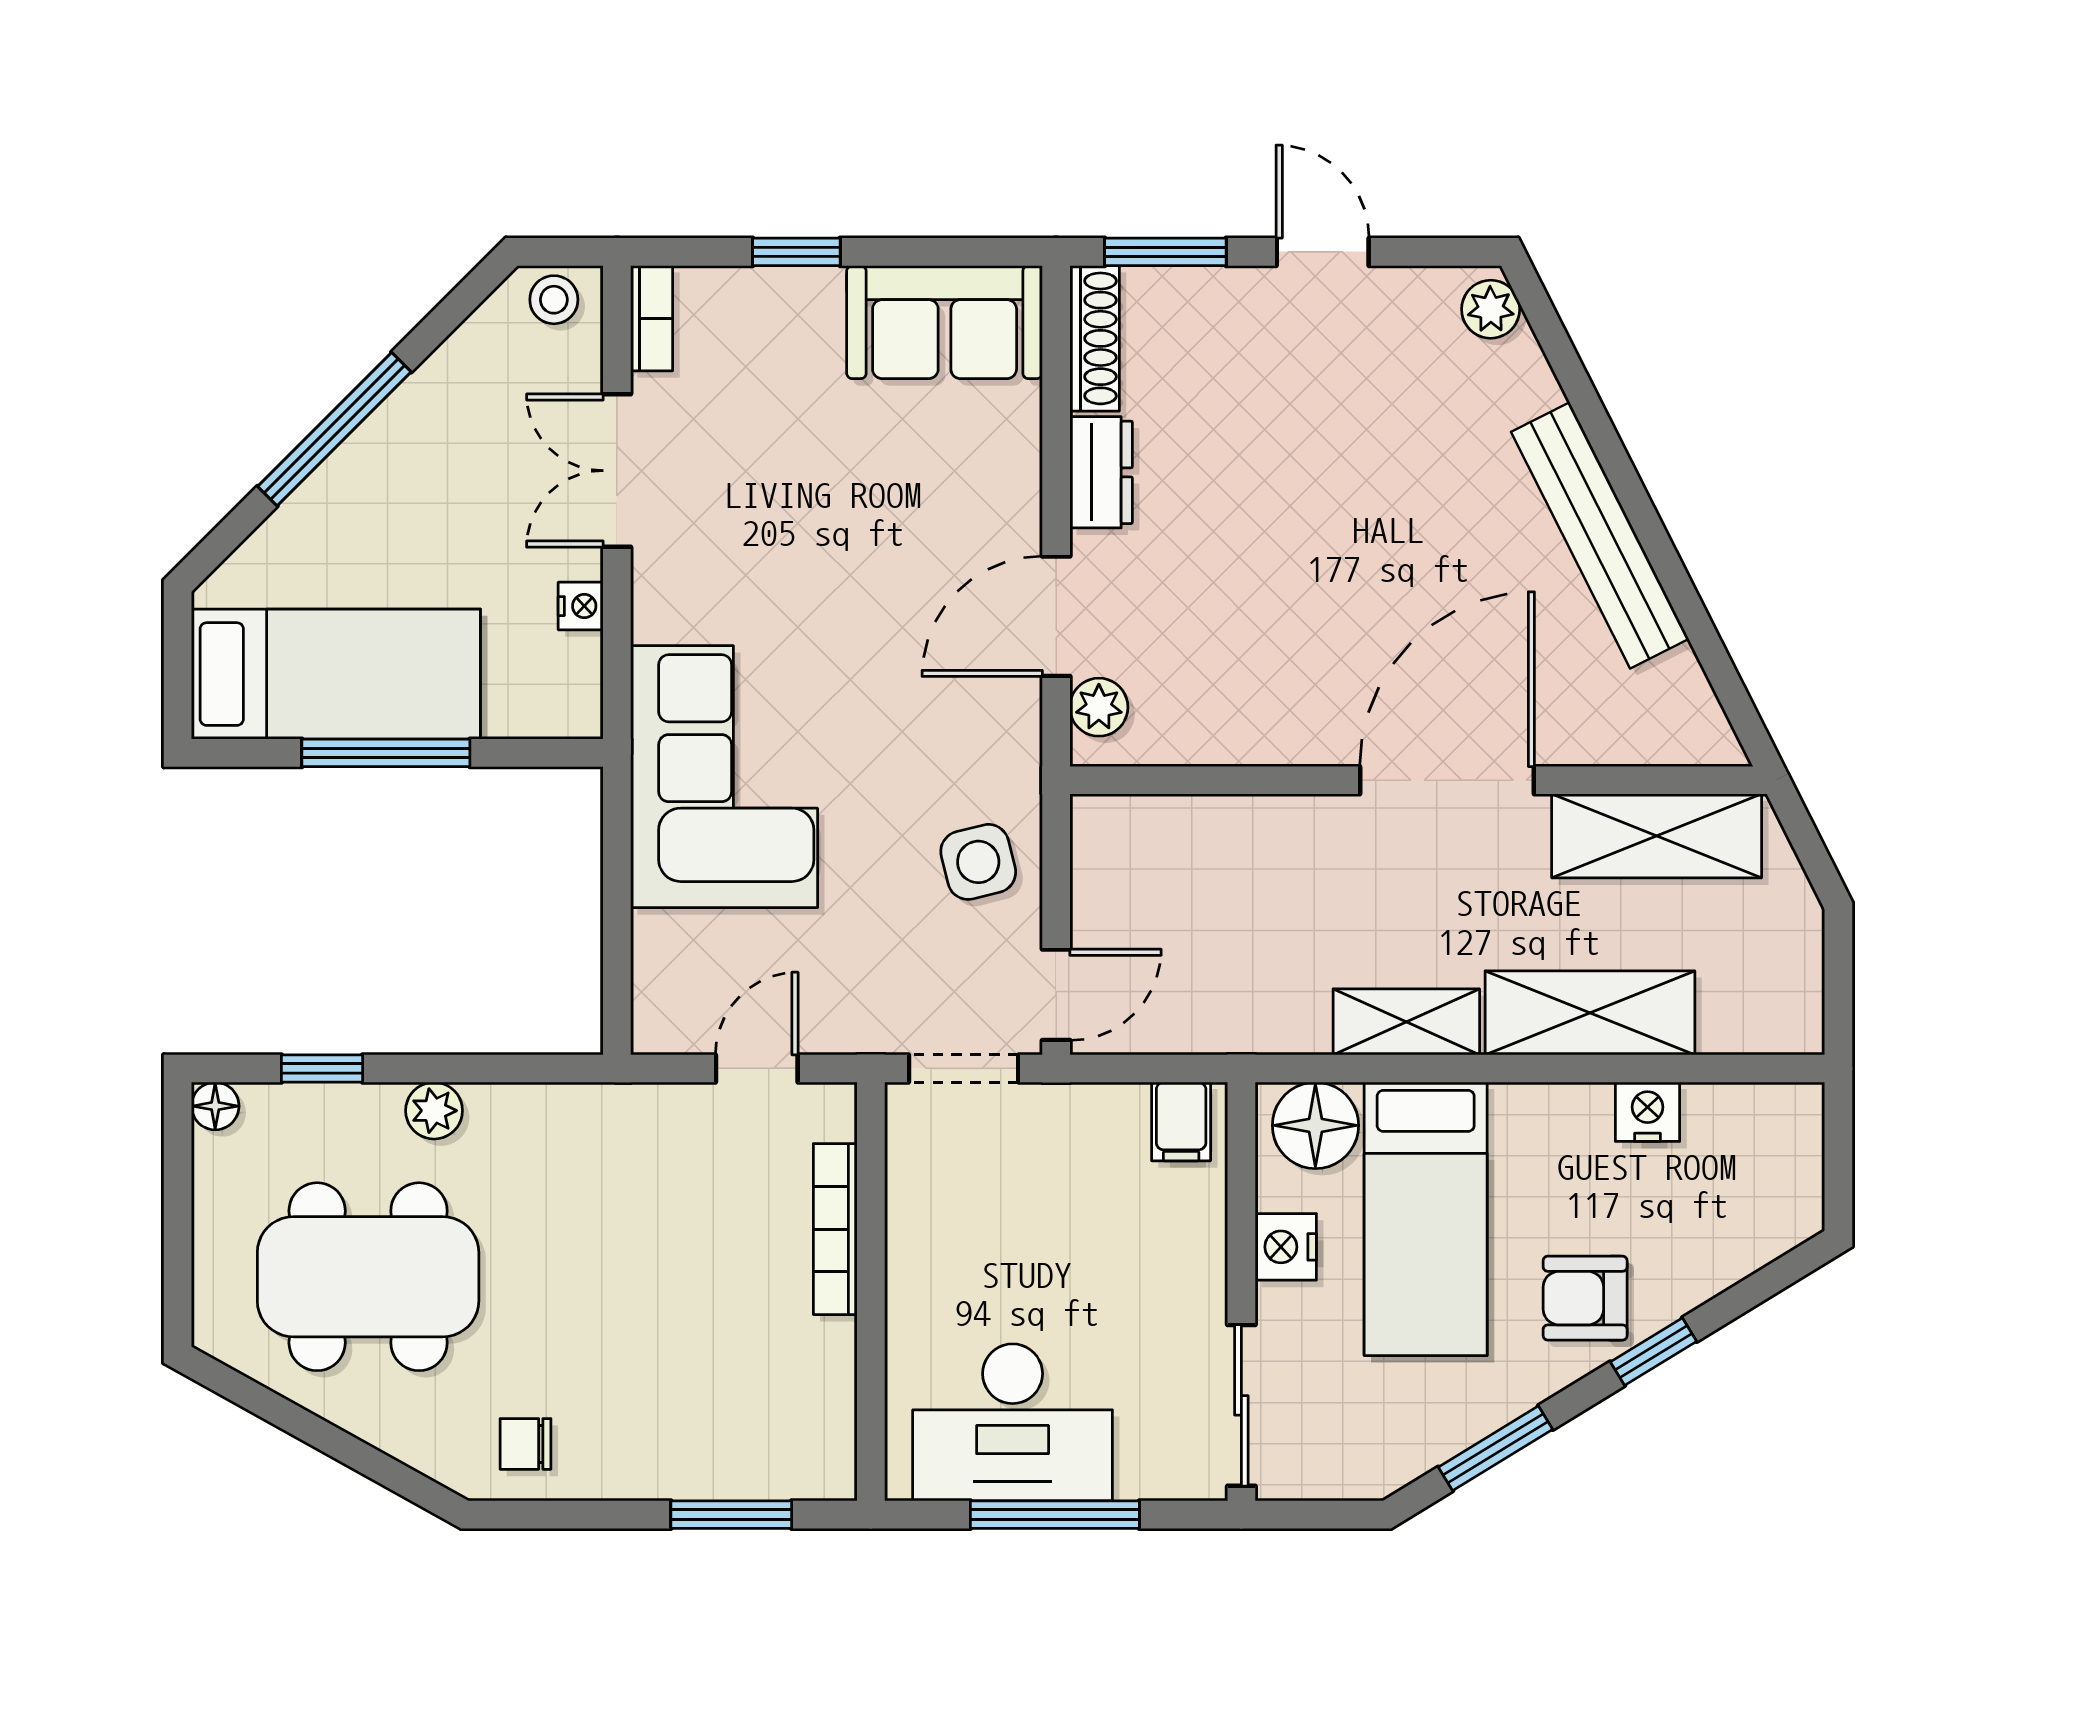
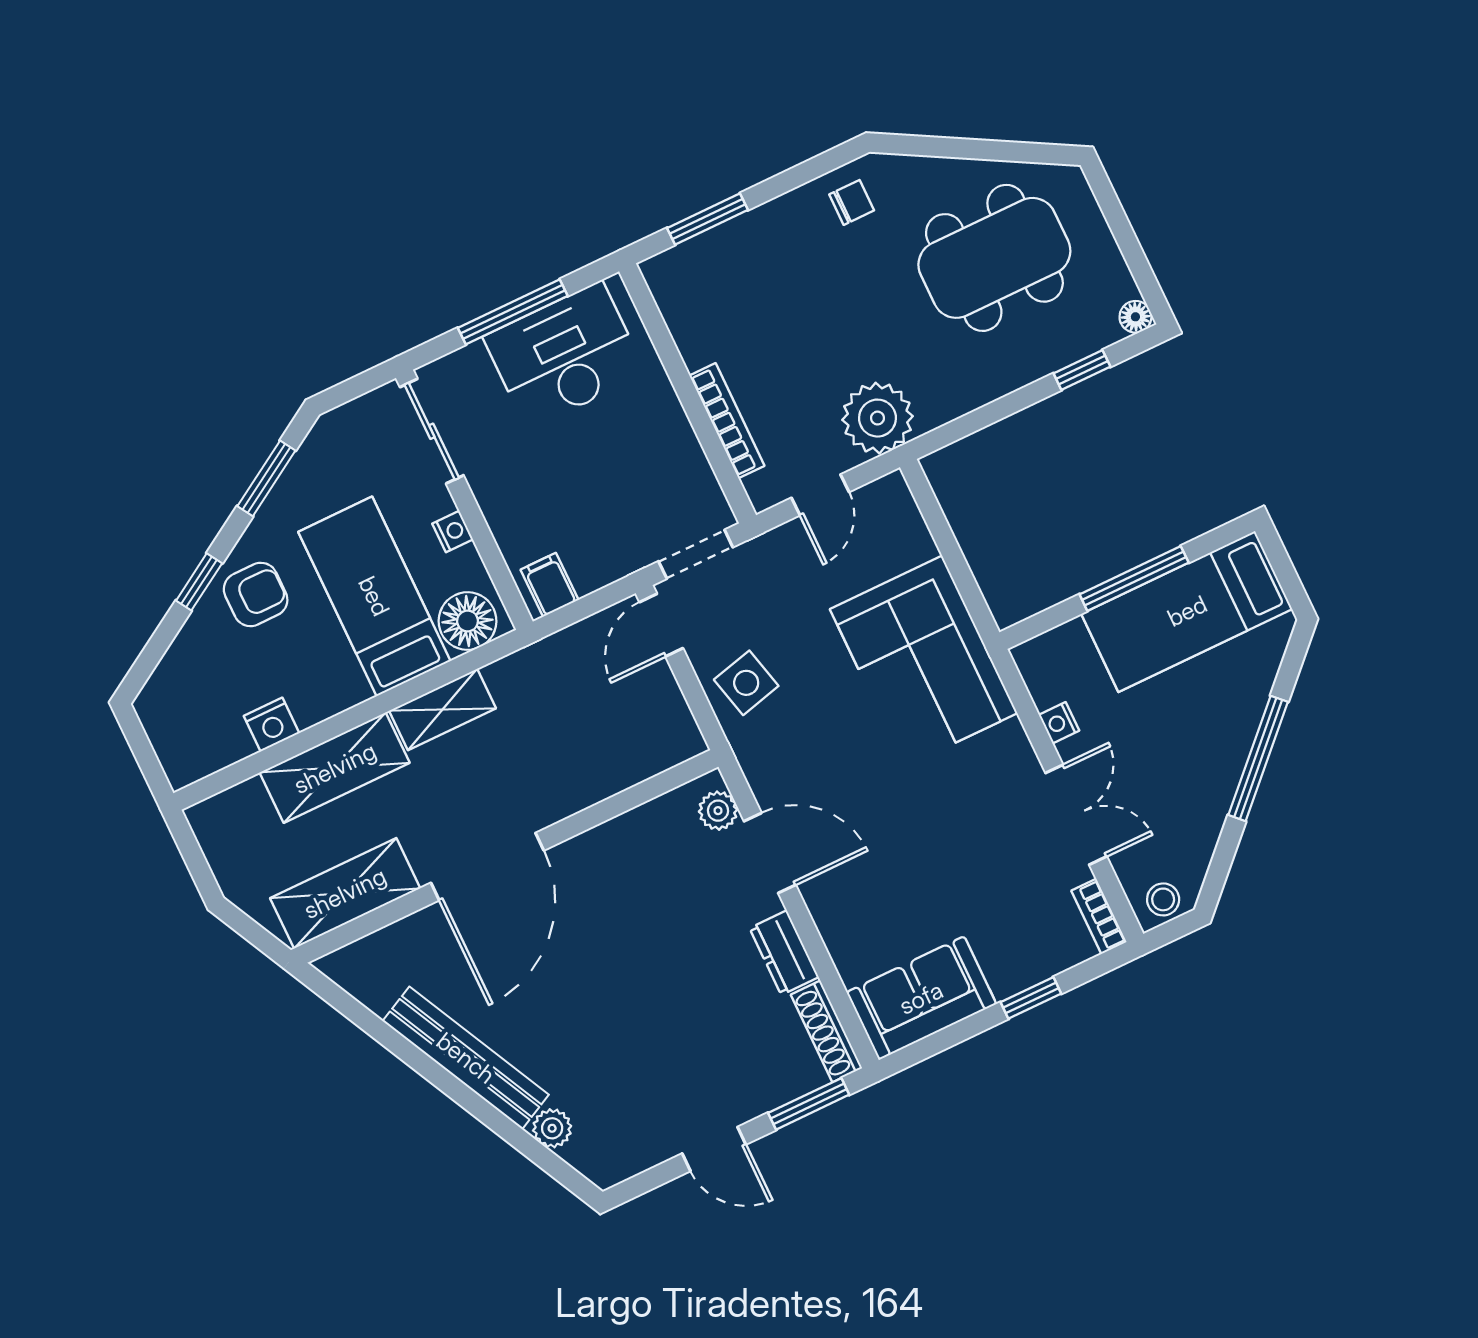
plant: (1491, 309) -> (552, 1128), moved
door: (1056, 616) -> (770, 853), hinge flipped
plant: (434, 1111) -> (877, 418), moved, width x1.87, depth x1.87
nightstand: (1286, 1247) -> (453, 531), width x0.72, depth x0.74

